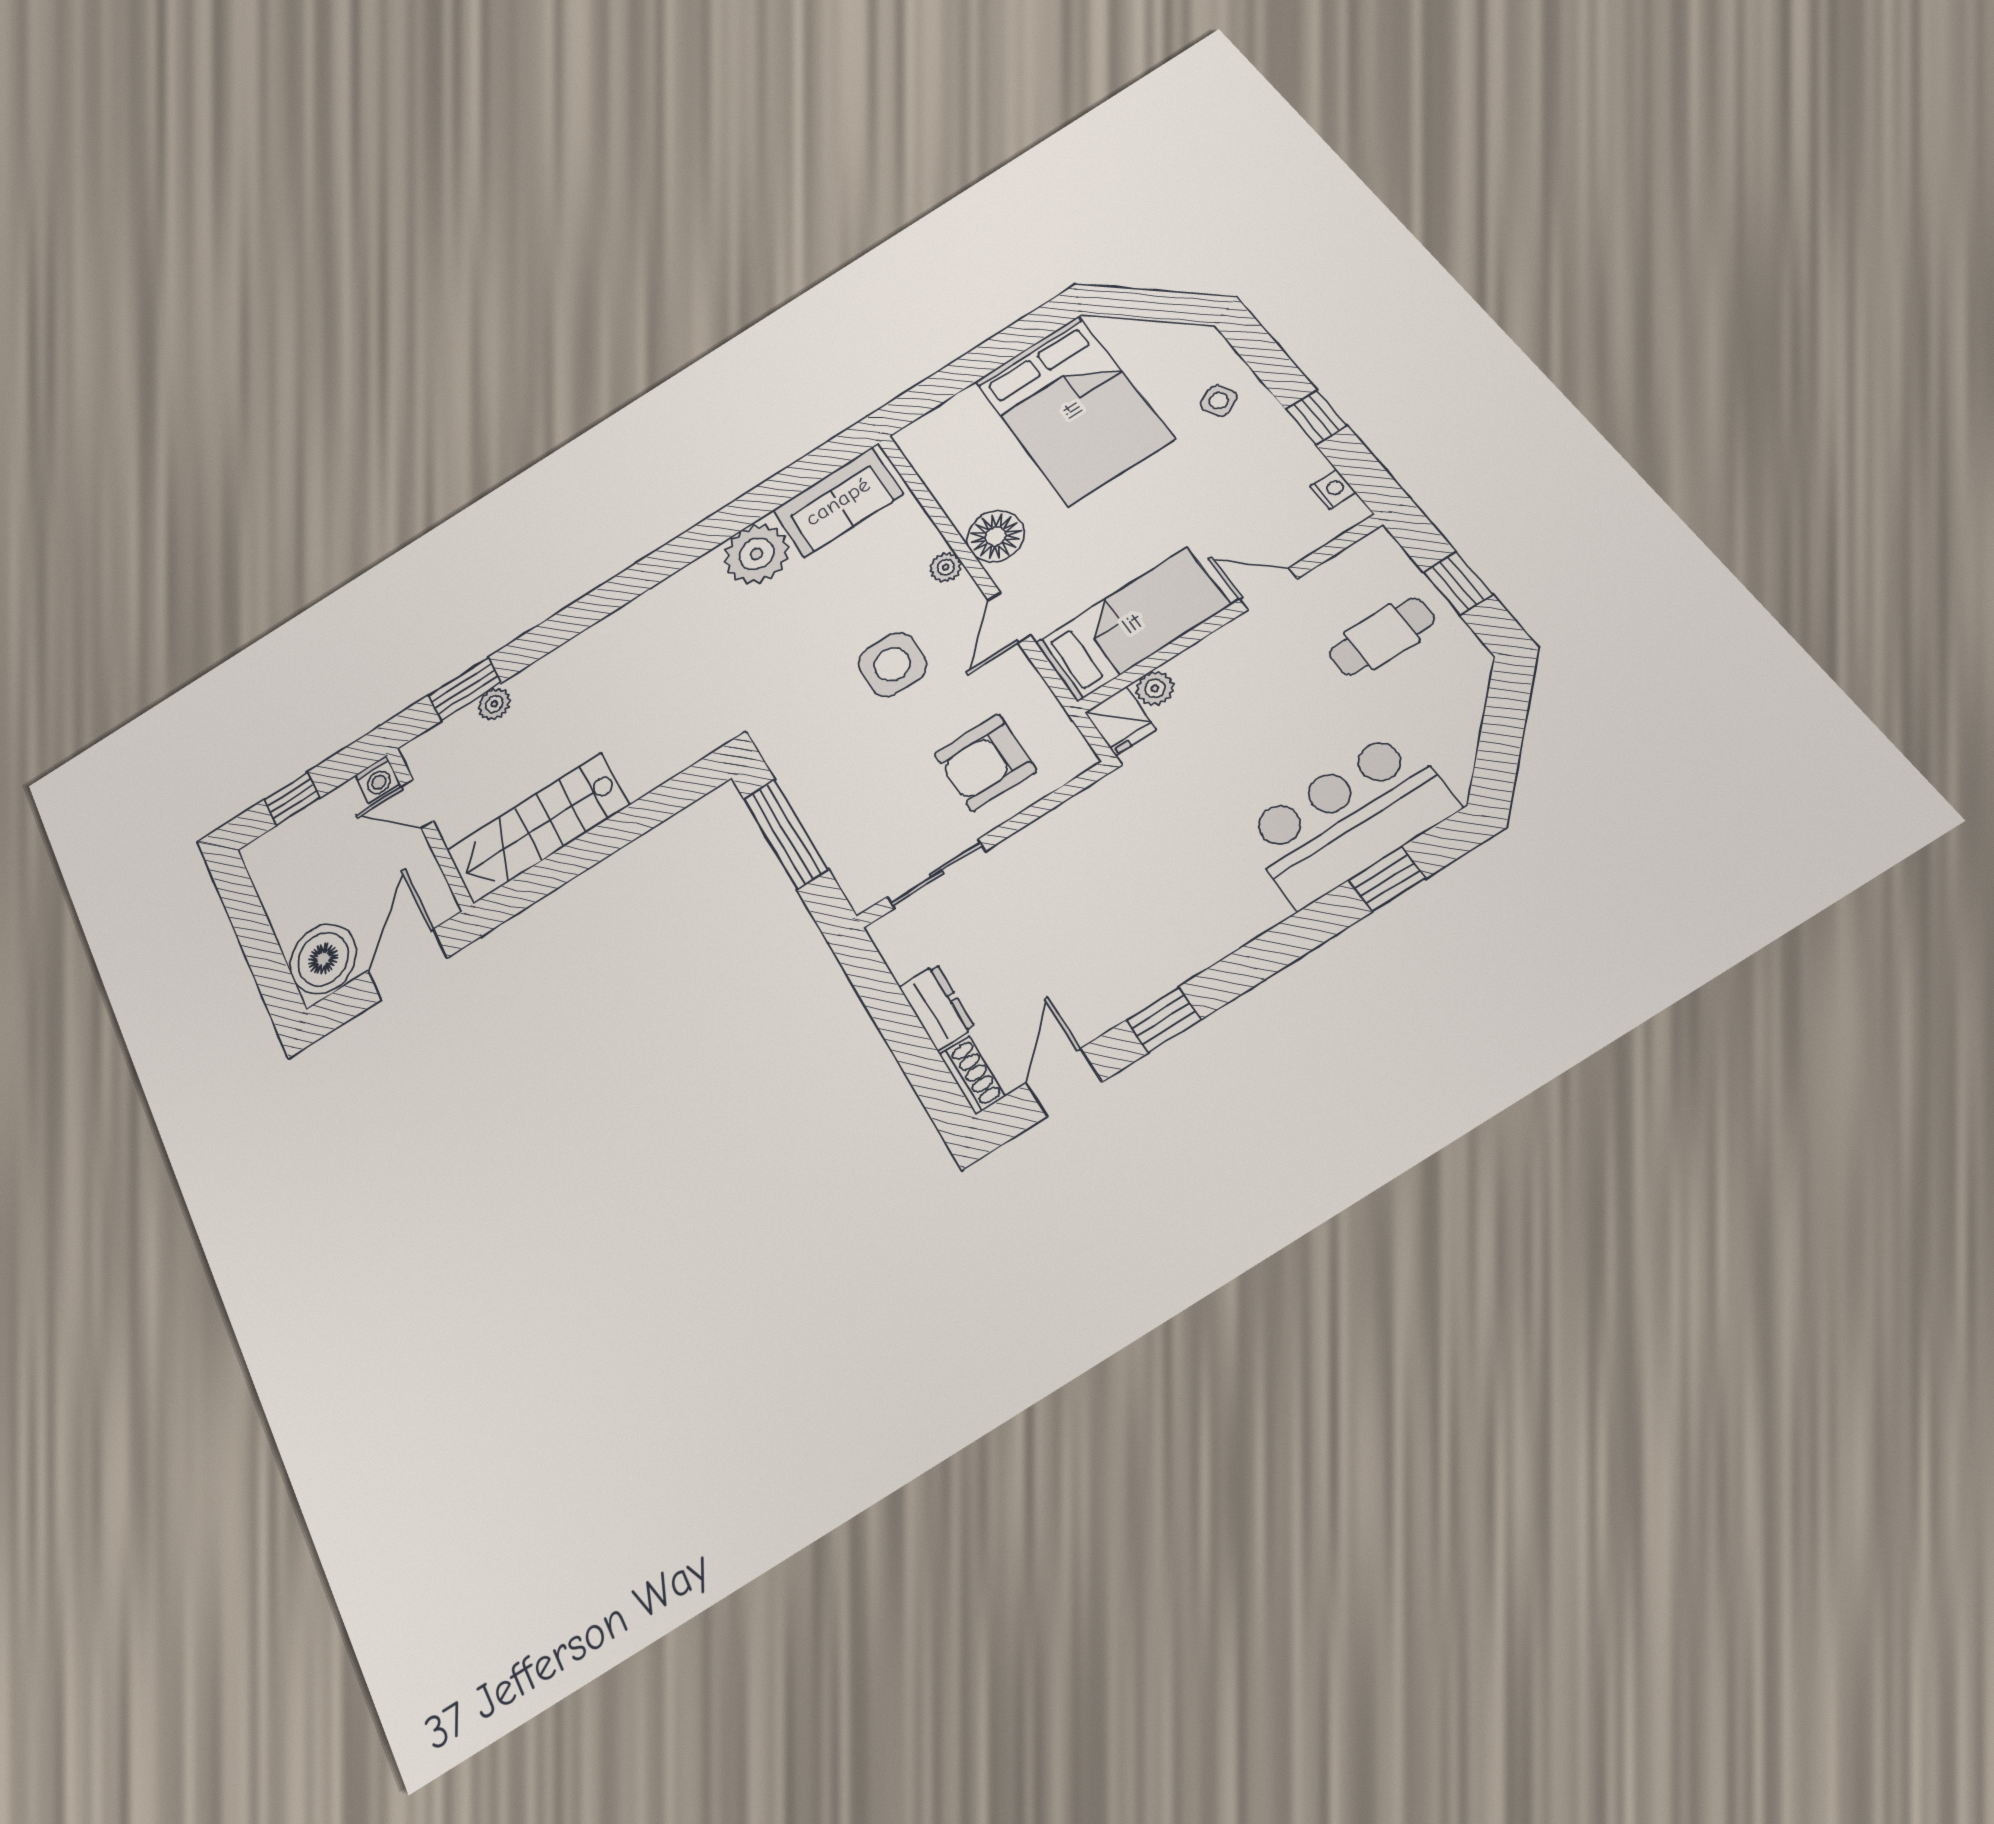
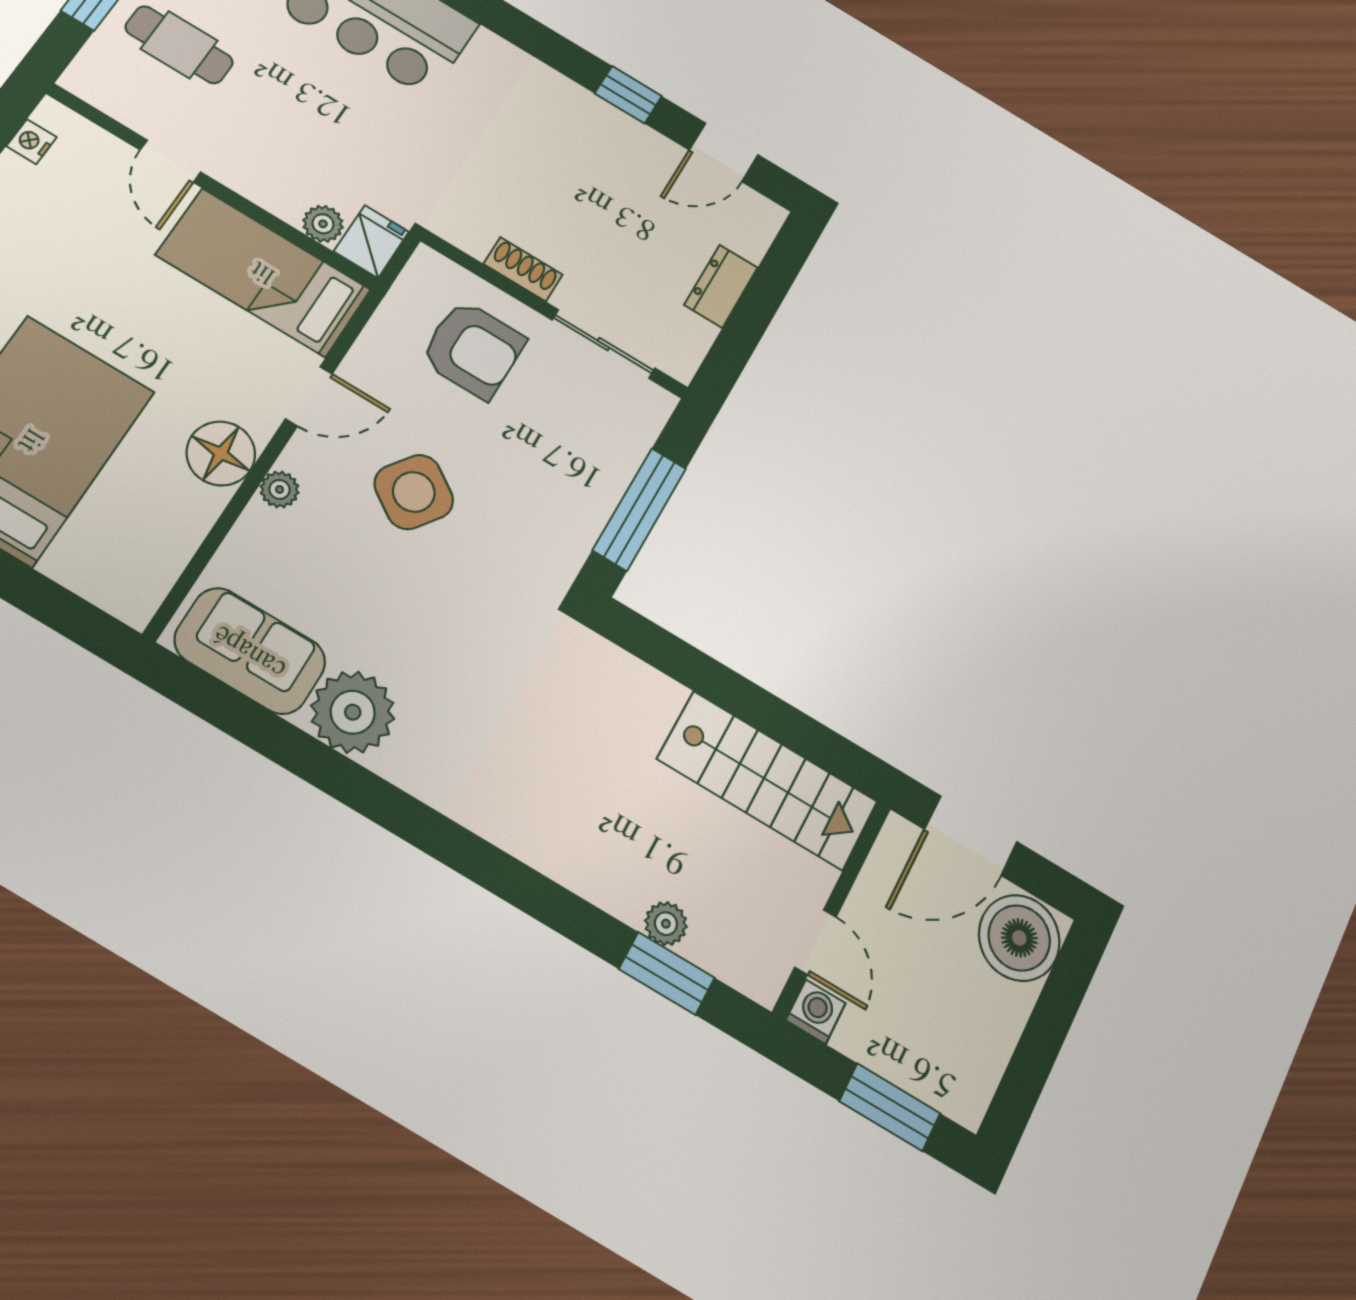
side table: (892, 664) -> (414, 492), turned 35
window: (292, 799) -> (890, 1107), width x1.50
shoe rack: (972, 1075) -> (523, 269), moved, turned 90

